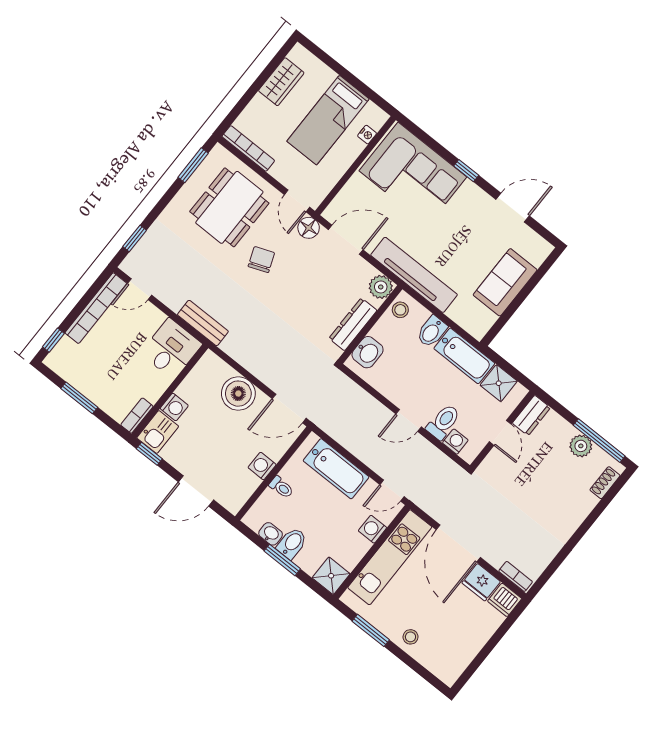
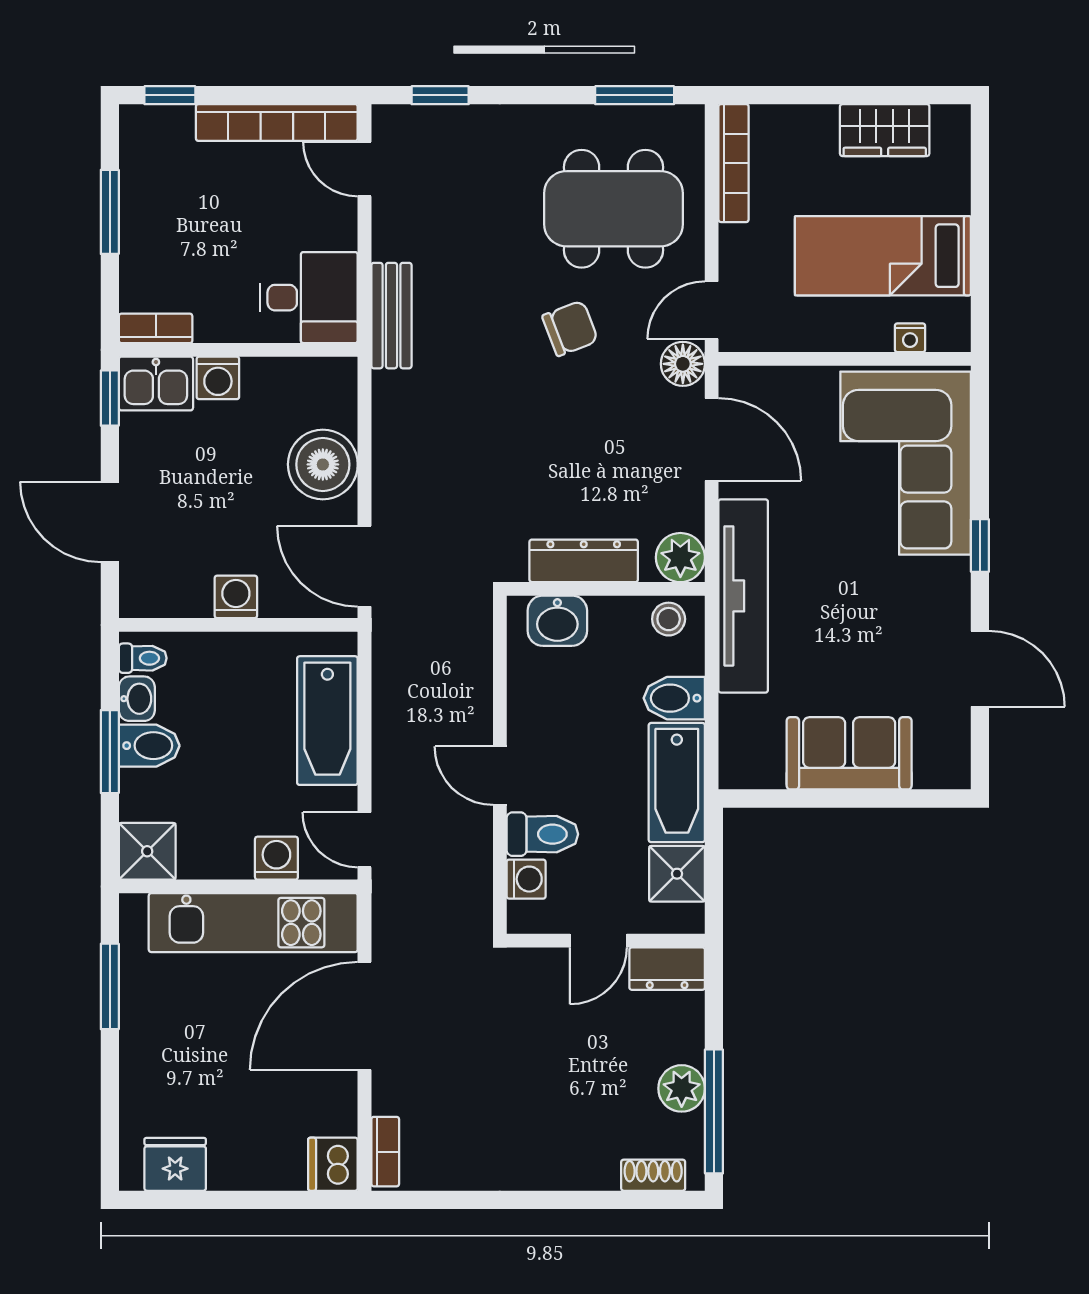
toilet: (281, 487) -> (143, 658), moved, turned -90
fridge: (481, 582) -> (175, 1164), moved, turned 90
stool: (410, 637) -> (151, 1059), removed

